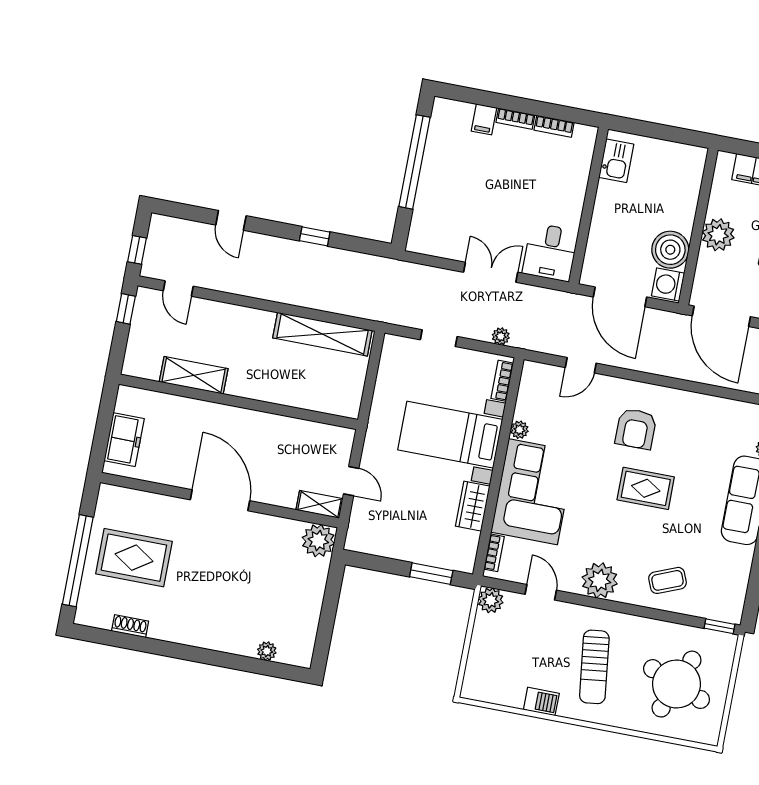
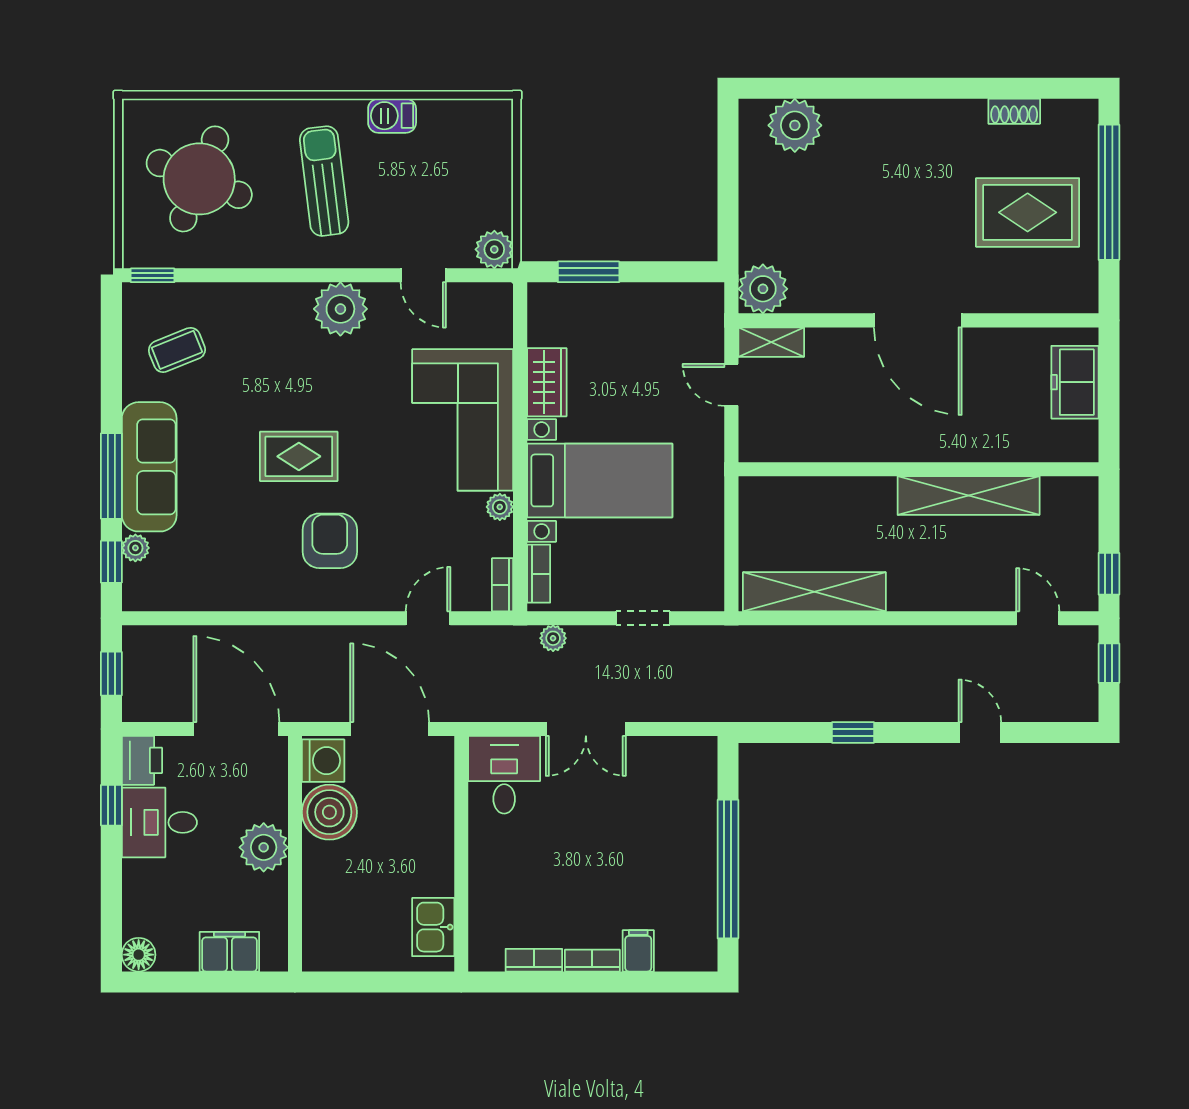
shelving: (194, 375) -> (969, 496), width x1.47
bookcase: (494, 553) -> (503, 585), moved
coffee table: (667, 580) -> (177, 350), moved
plant: (267, 651) -> (795, 125), width x1.88, depth x1.88

